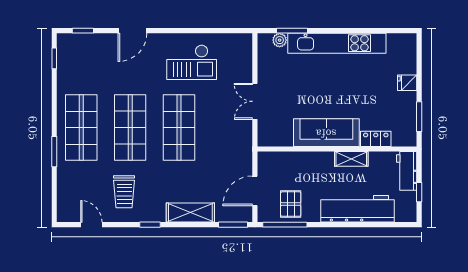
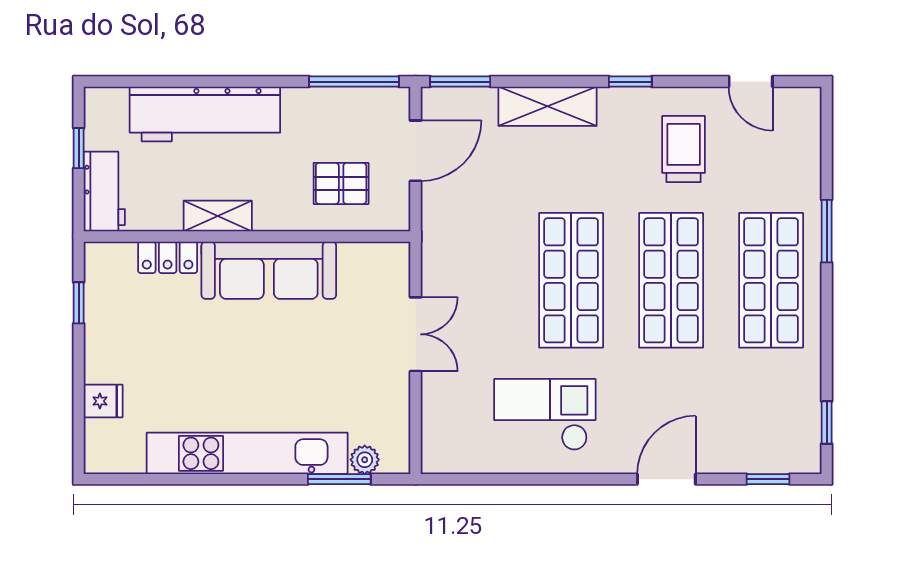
fridge: (407, 83) -> (103, 401), moved
window: (419, 117) -> (79, 303), width x0.67
pallet: (291, 204) -> (341, 183), moved, turned 90

